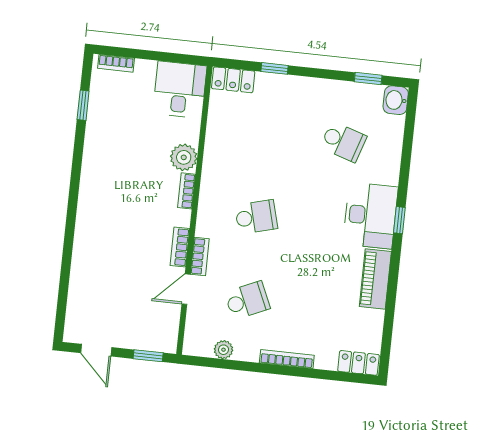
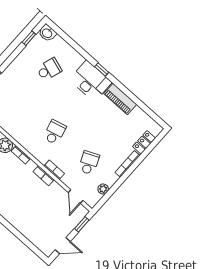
door: (186, 289) -> (76, 196), moved
locker: (358, 363) -> (144, 142), moved

